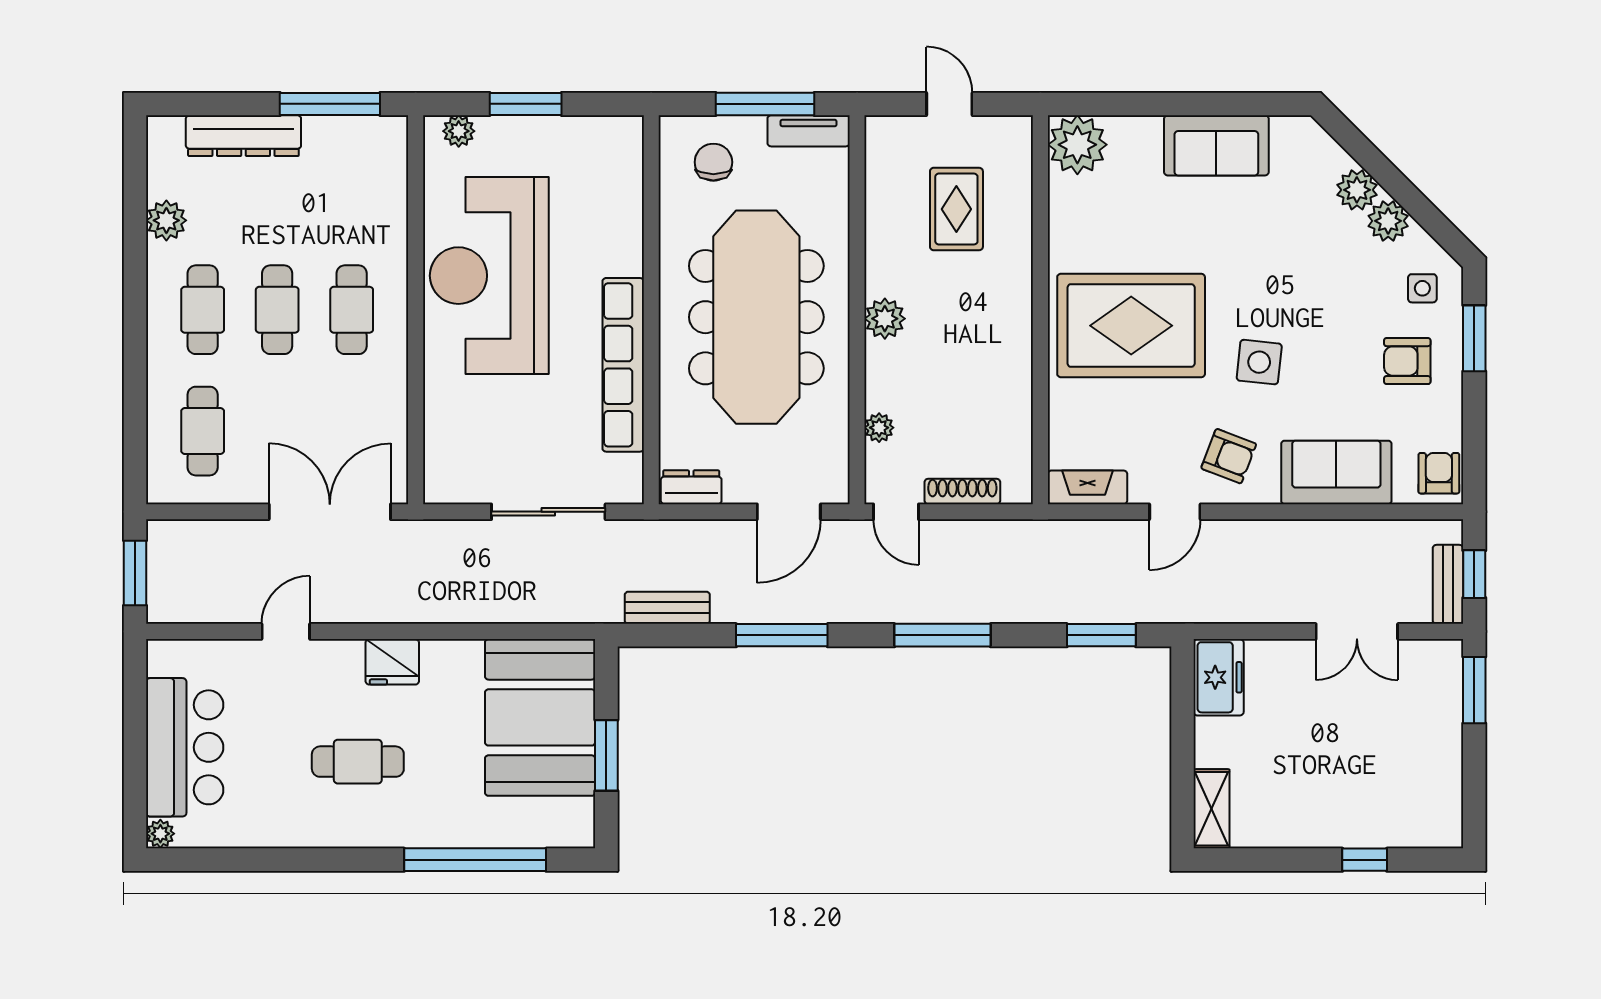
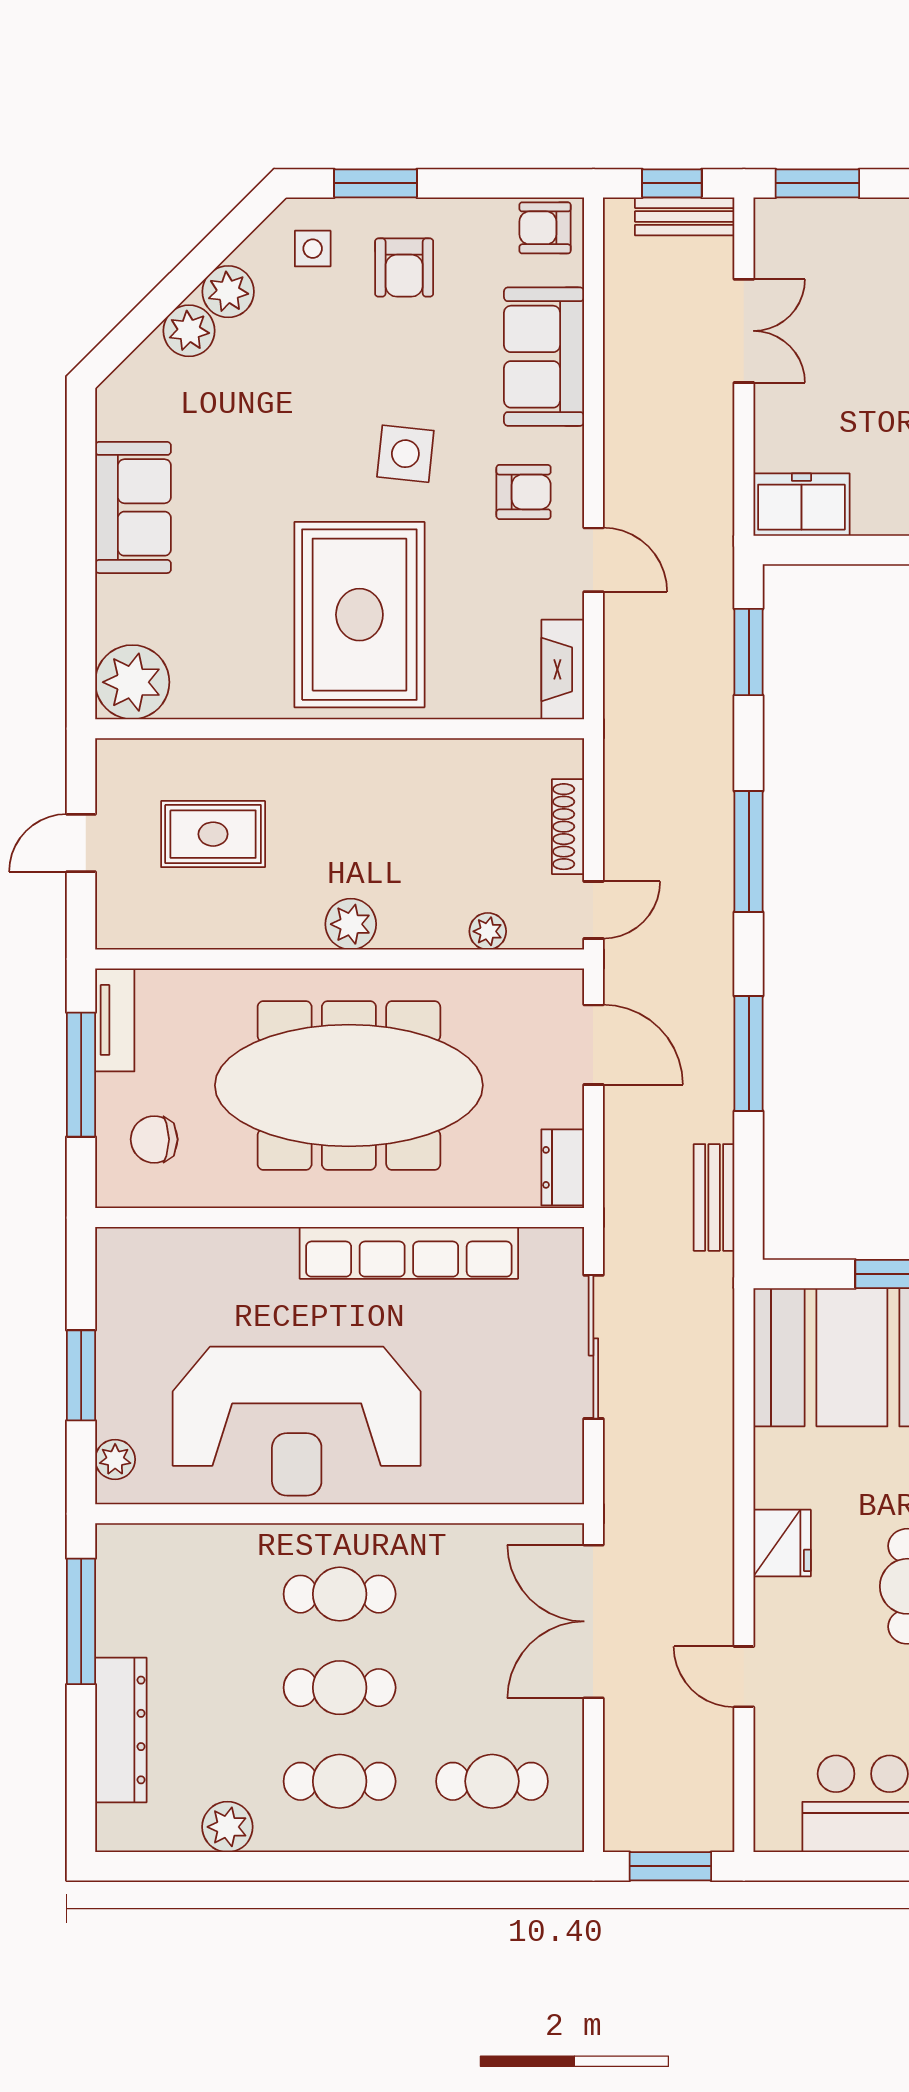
armchair: (1229, 456) -> (524, 492), turned 69

